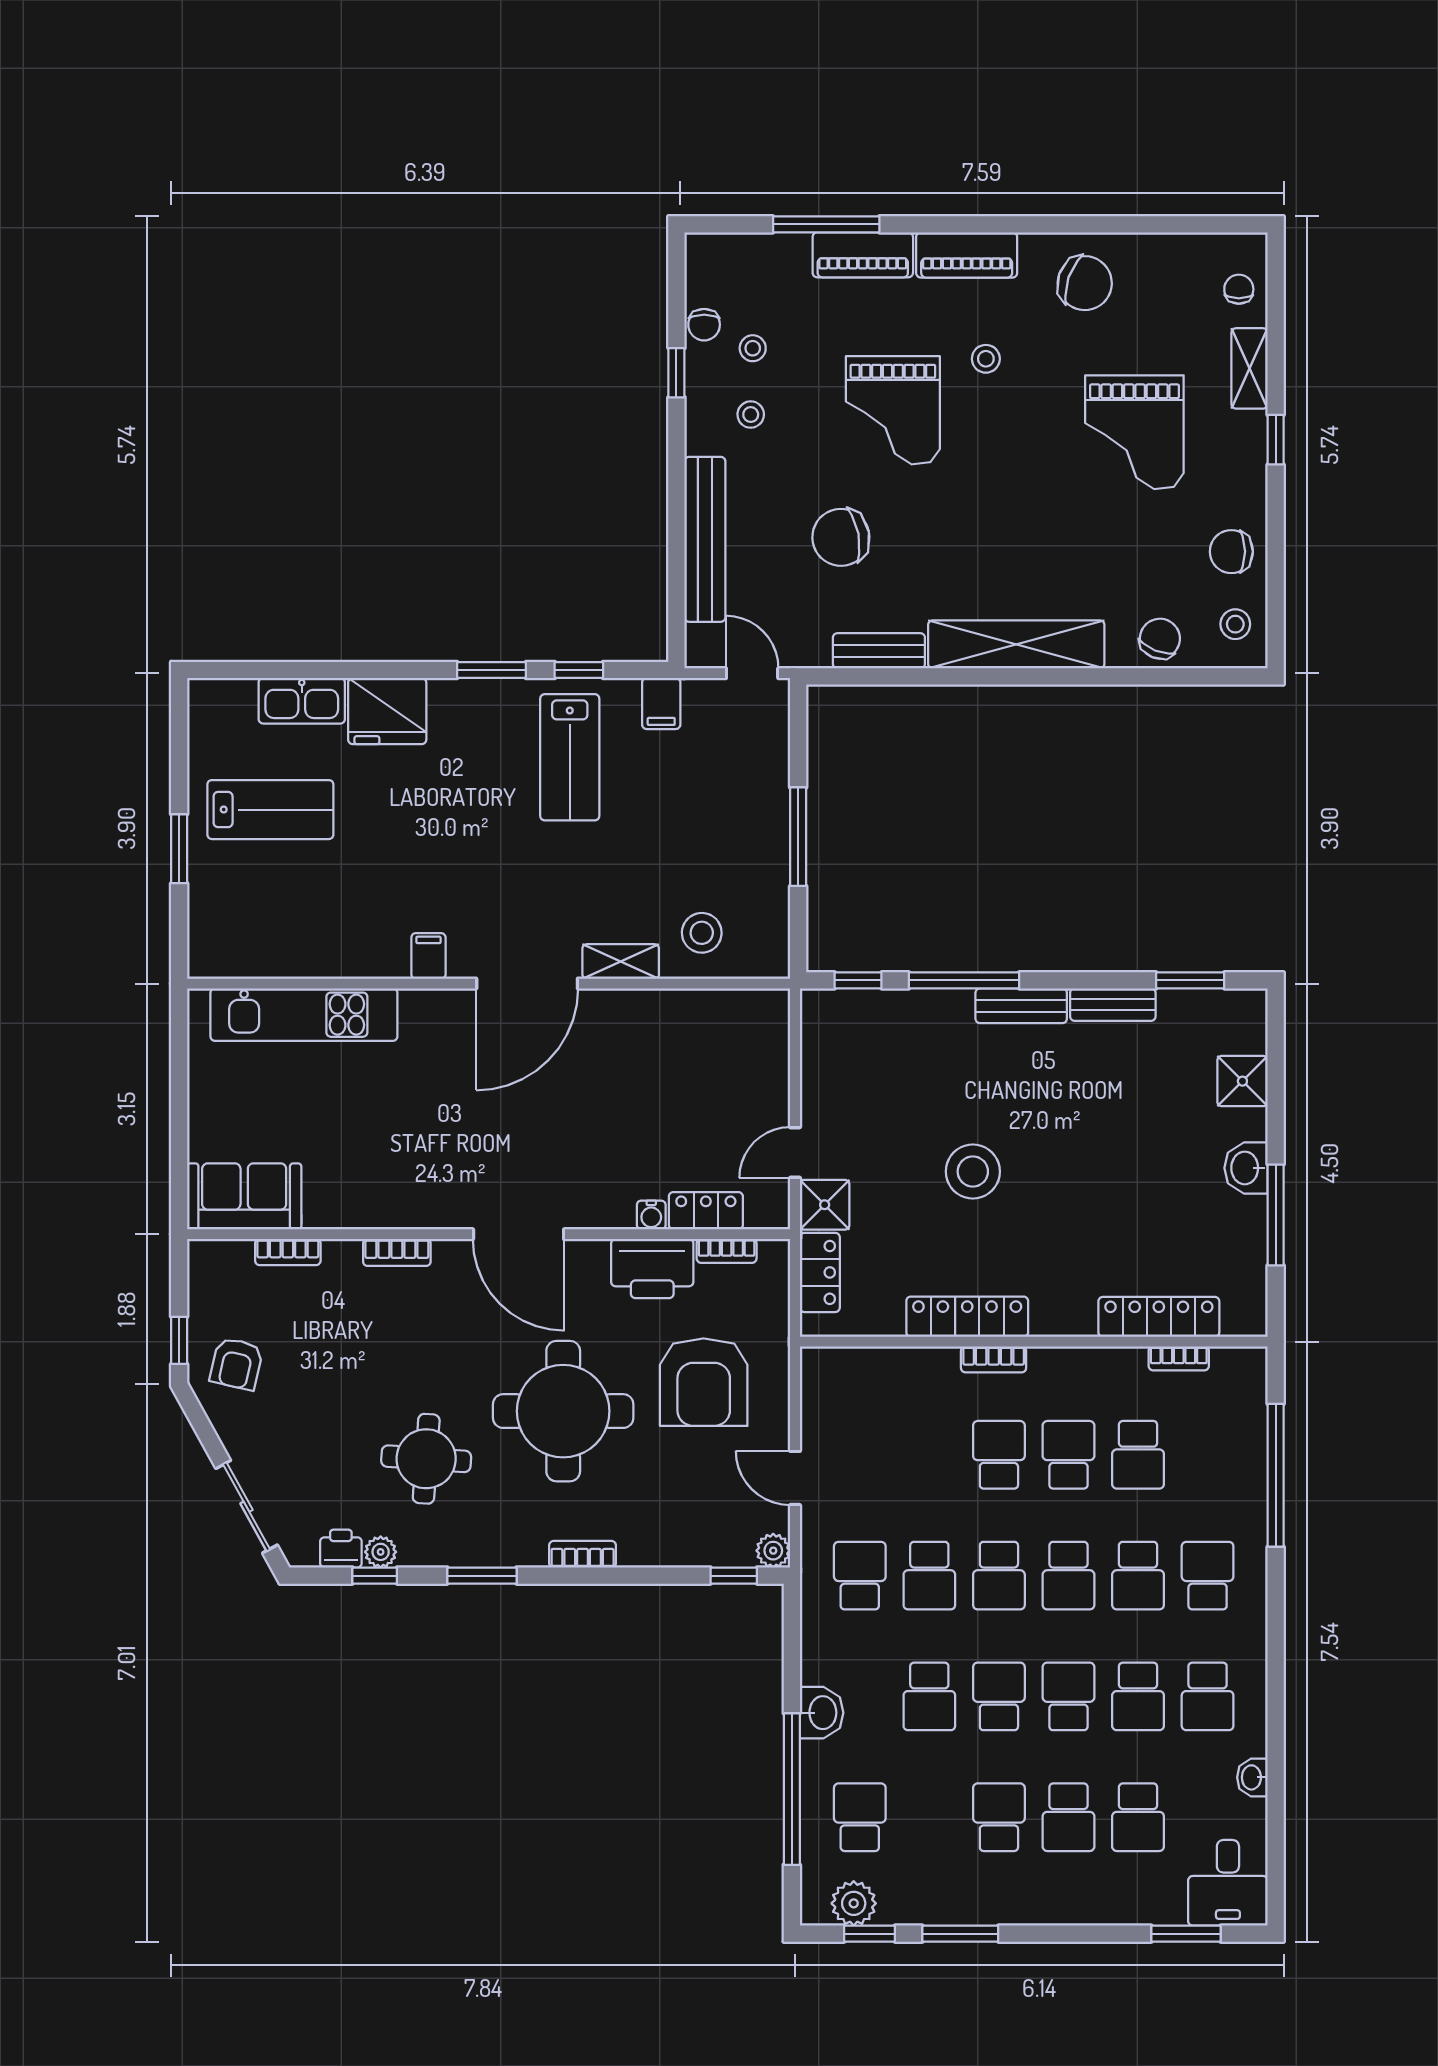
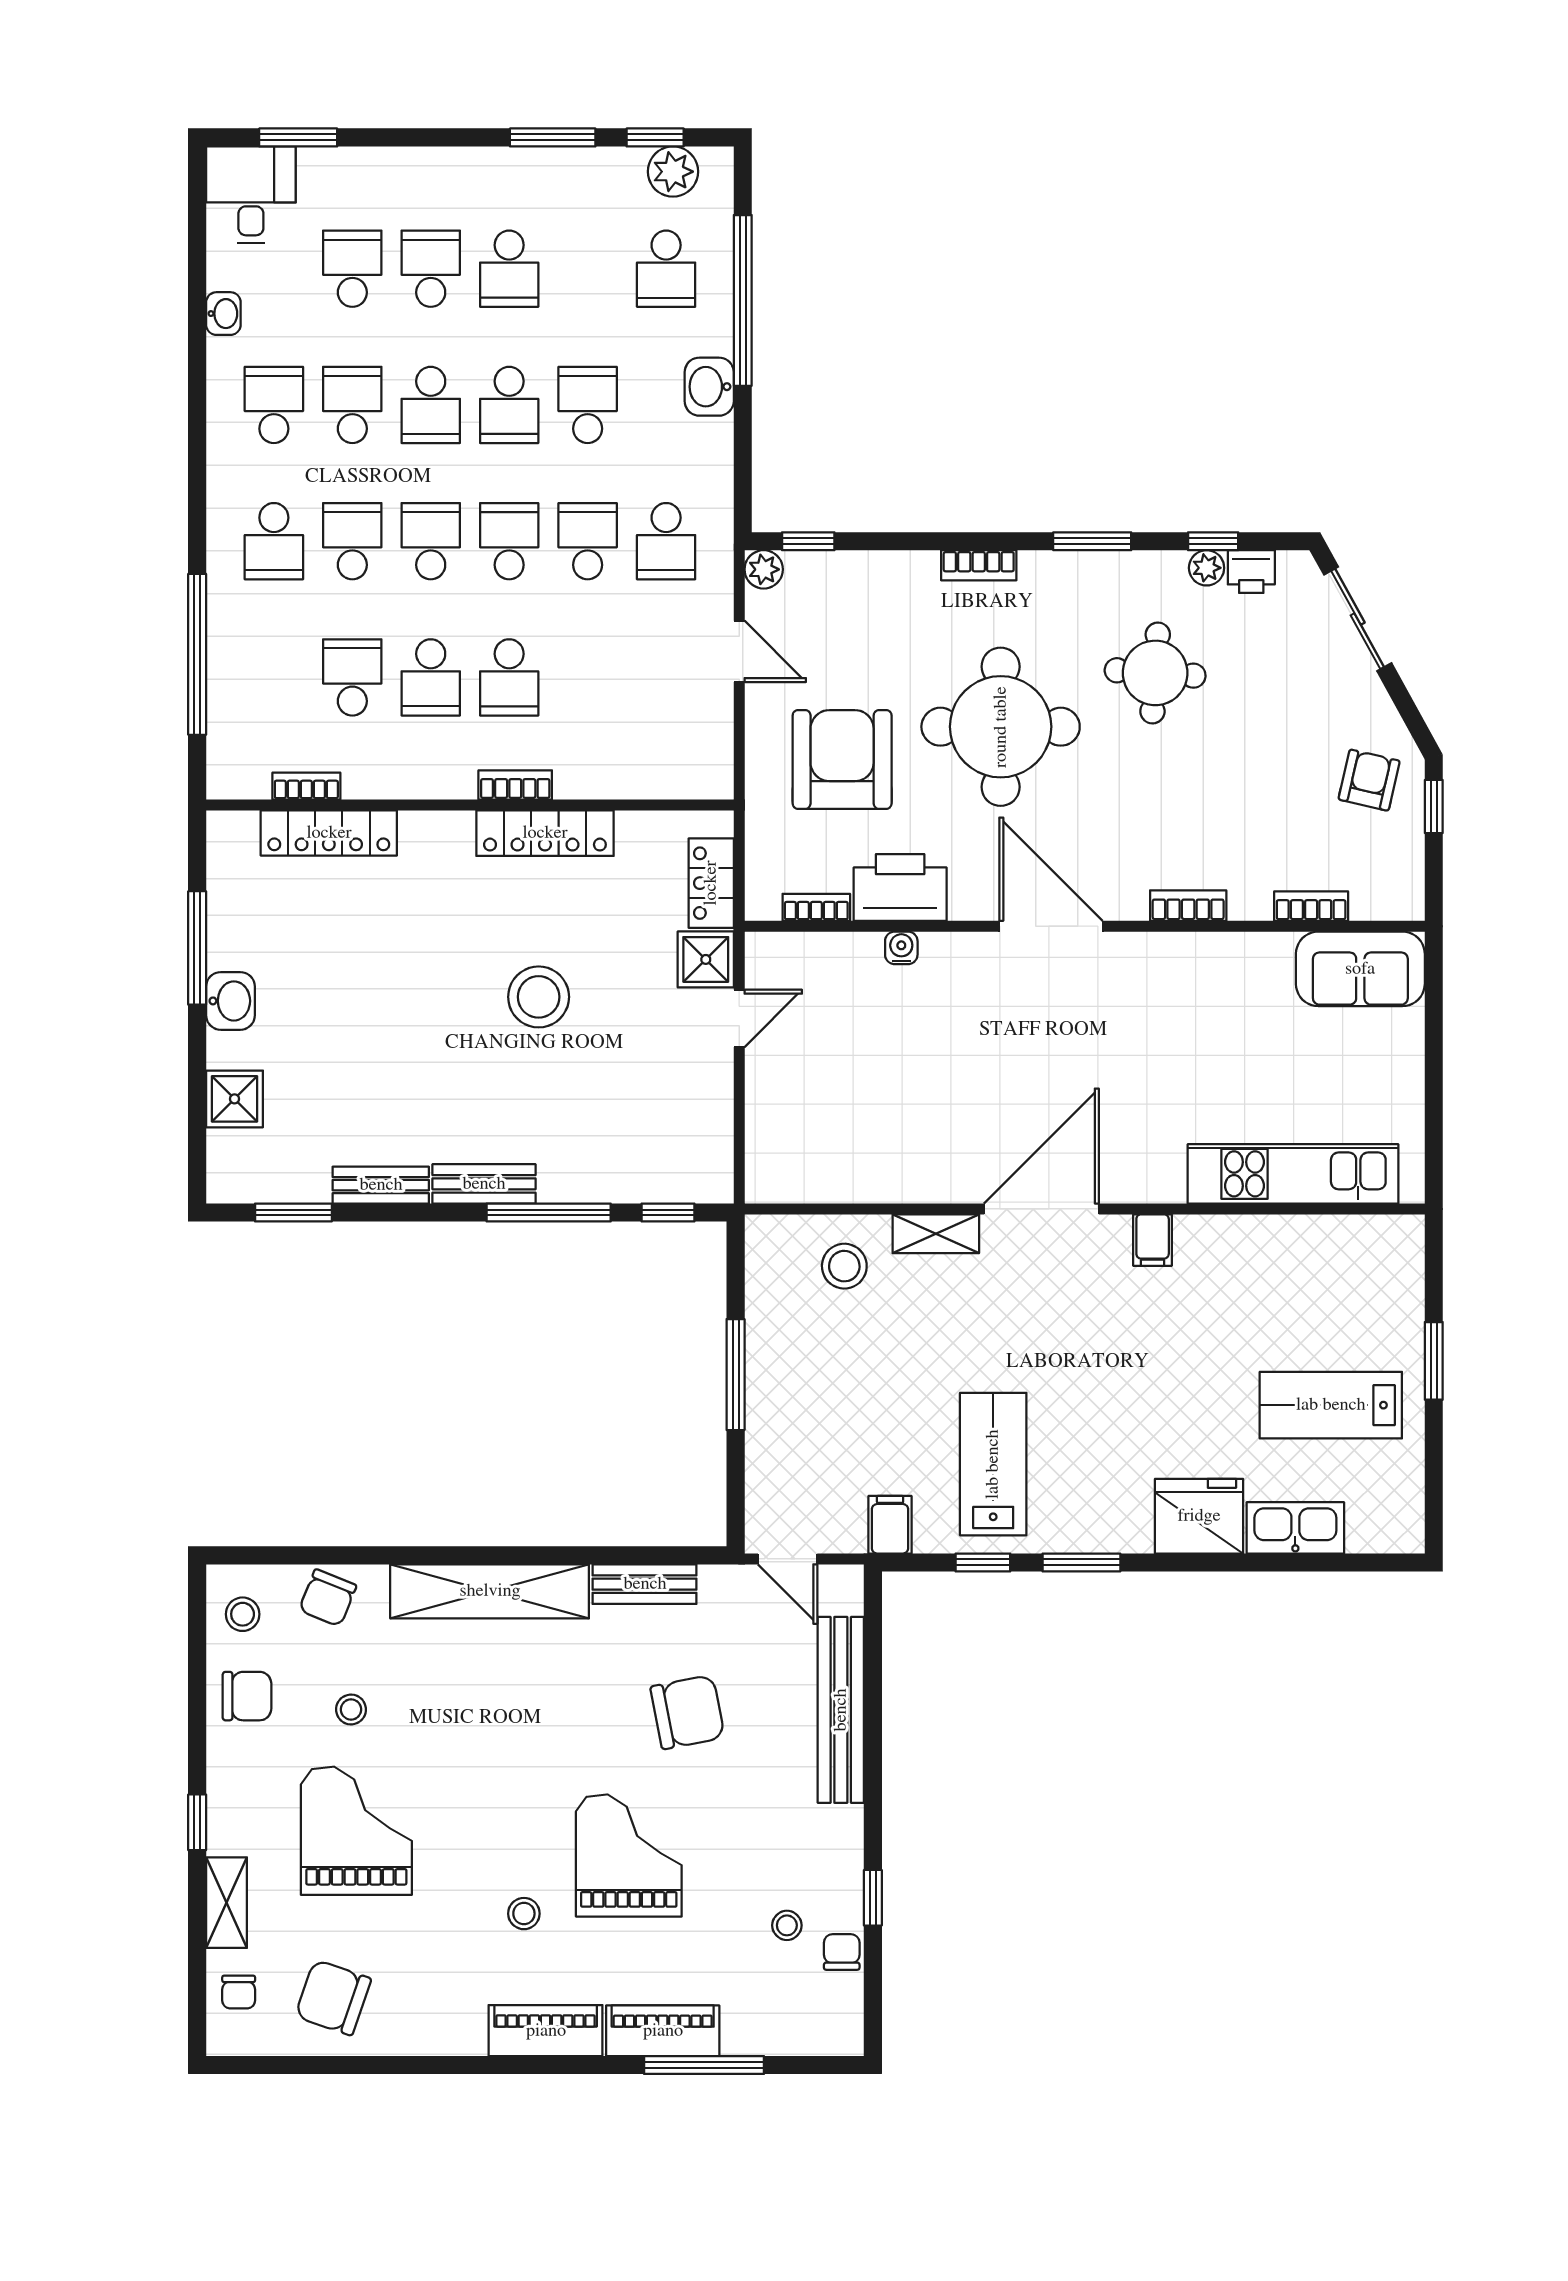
chair: (1085, 283) -> (333, 1997), moved
stool: (751, 414) -> (351, 1709), moved
locker: (706, 1211) -> (840, 953), removed

